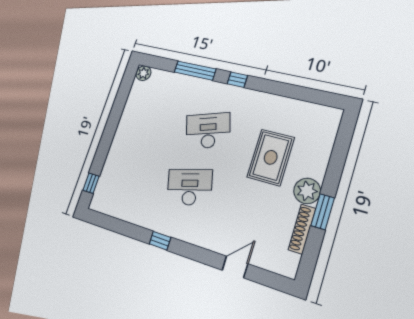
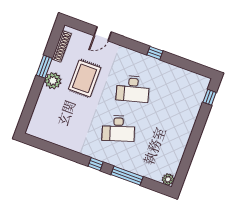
rug: (271, 157) -> (85, 78), moved
shoe rack: (302, 229) -> (62, 46), moved

